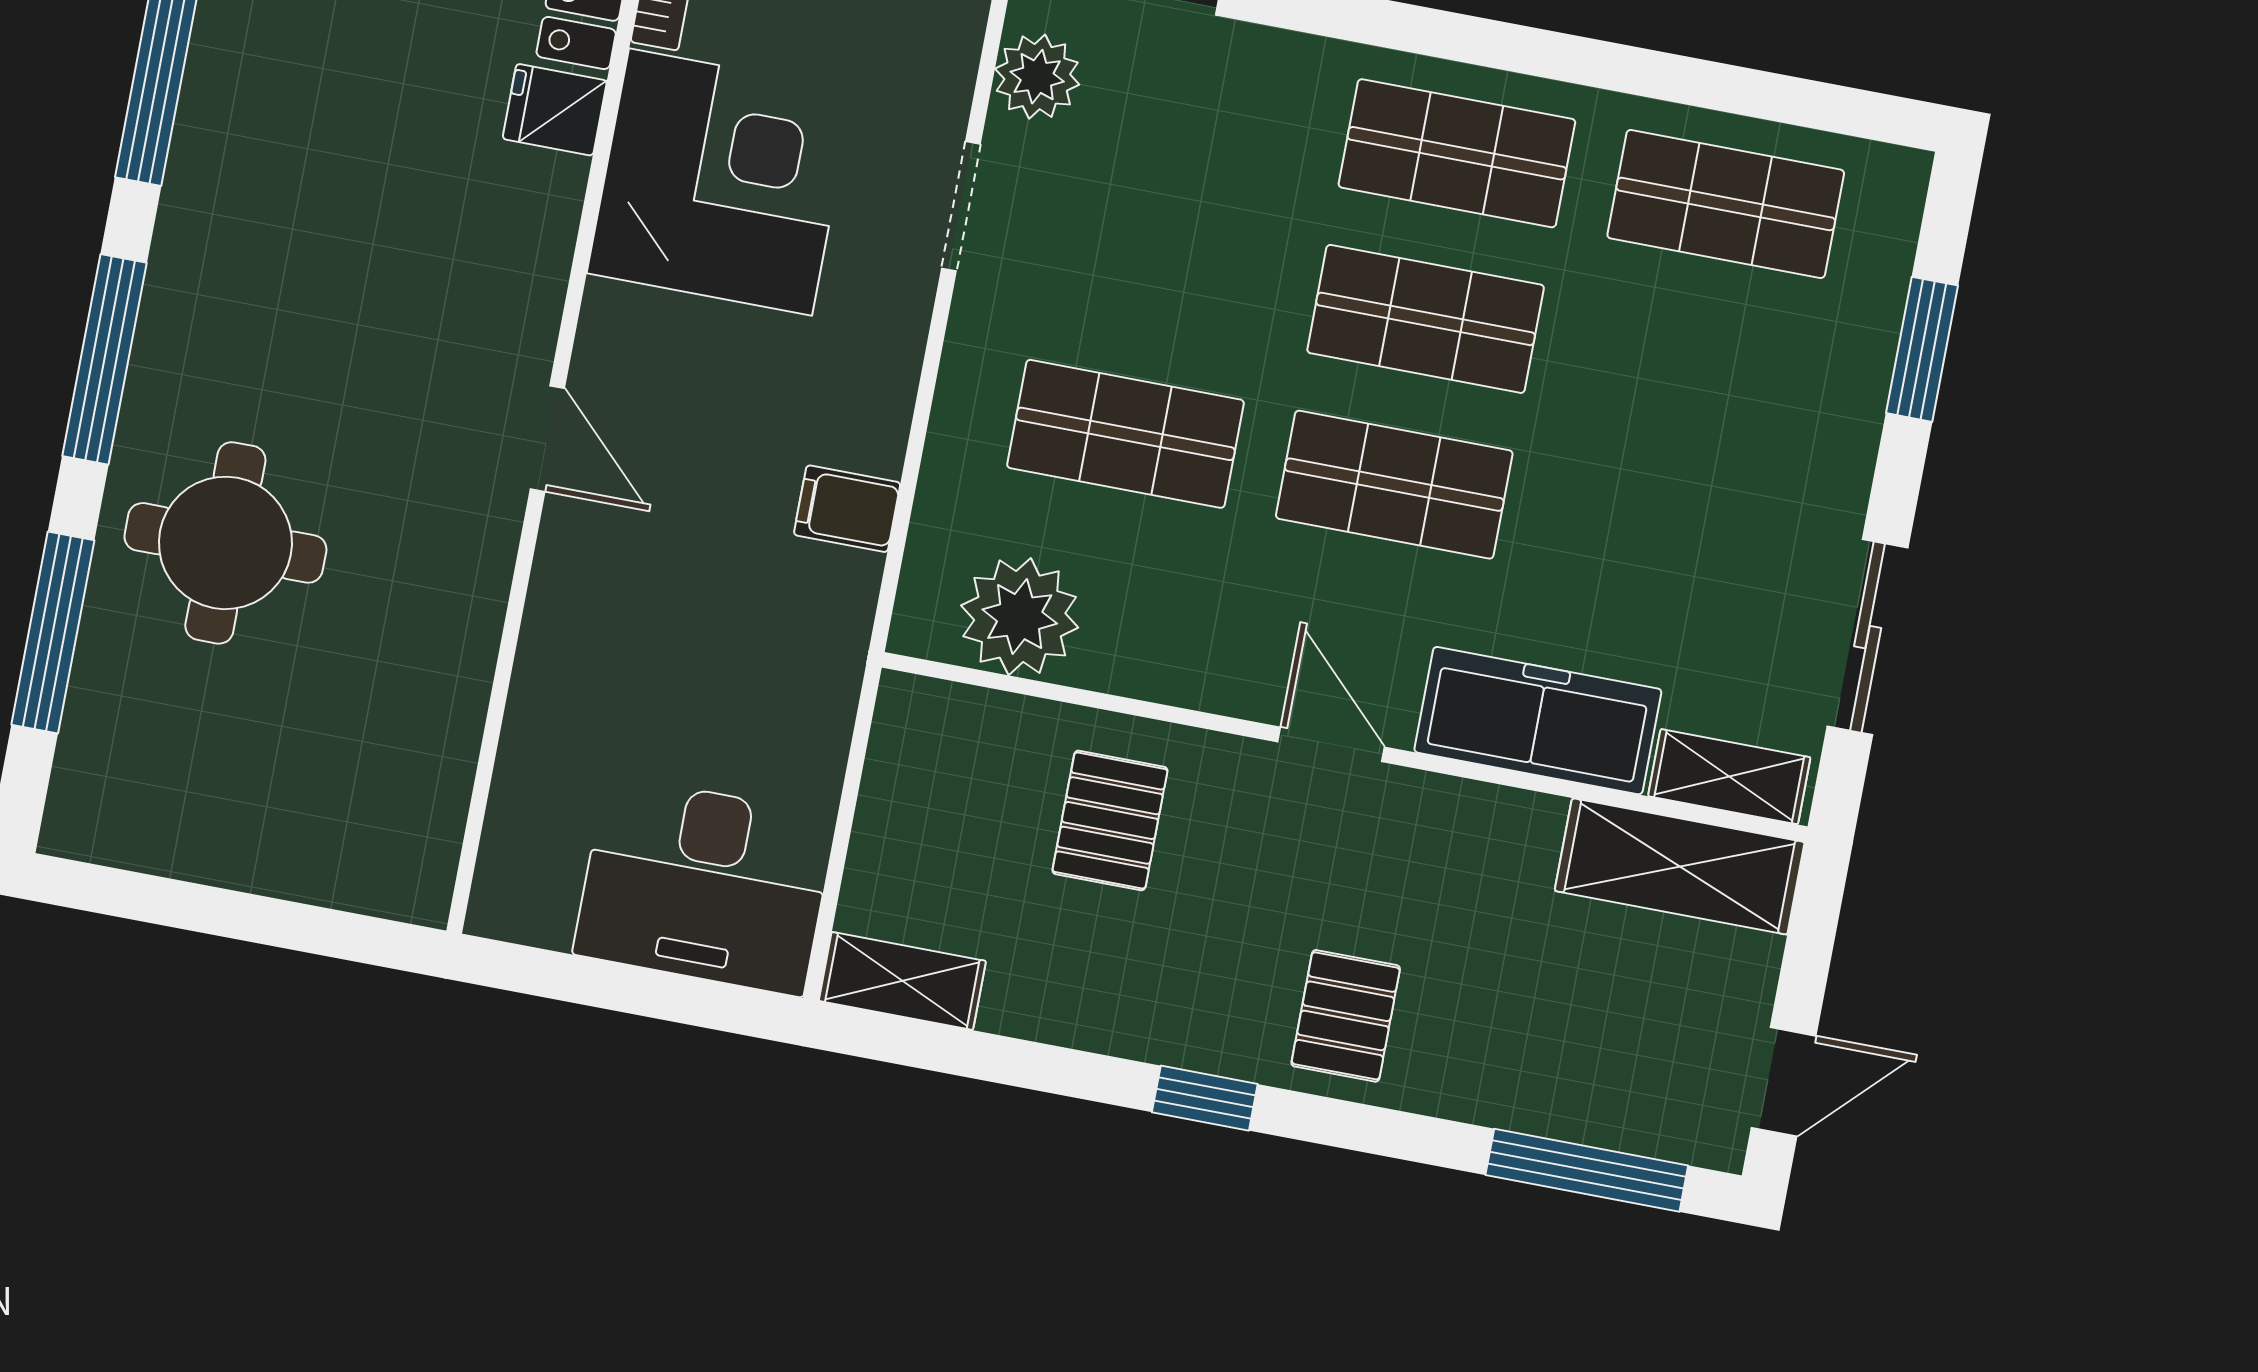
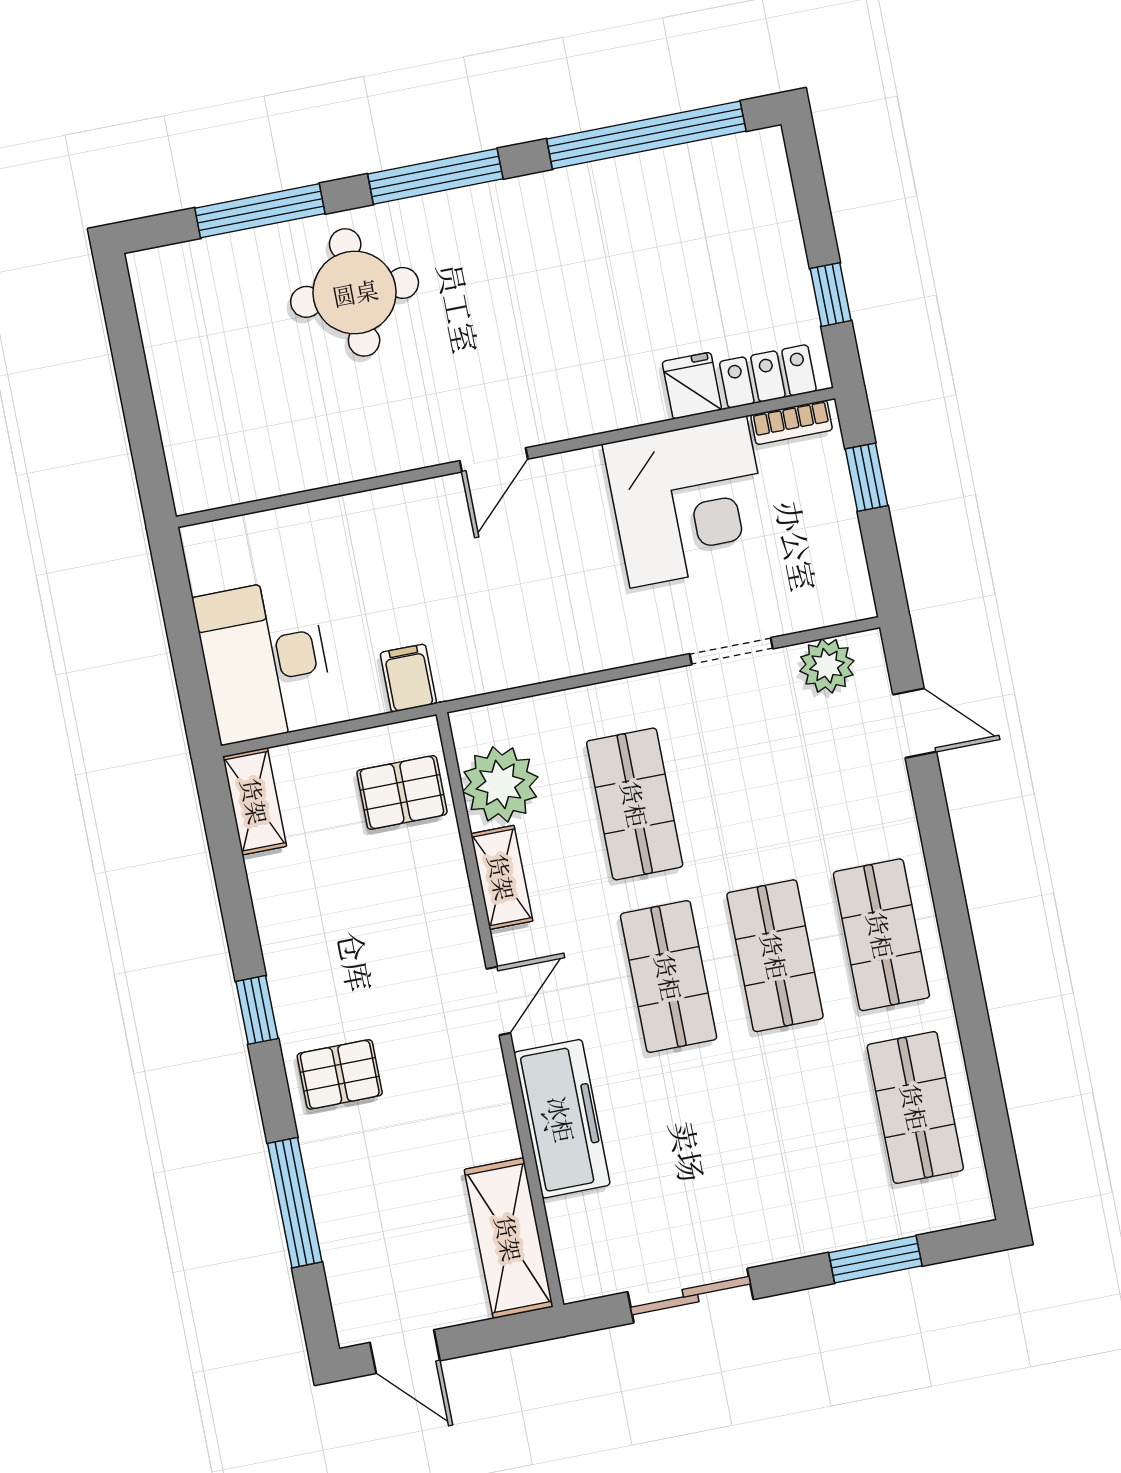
filing cabinet: (847, 509) -> (408, 678), moved
shelving: (1729, 777) -> (502, 877), moved
pallet: (1110, 820) -> (402, 792), moved
window: (1587, 1170) -> (295, 1203), moved

